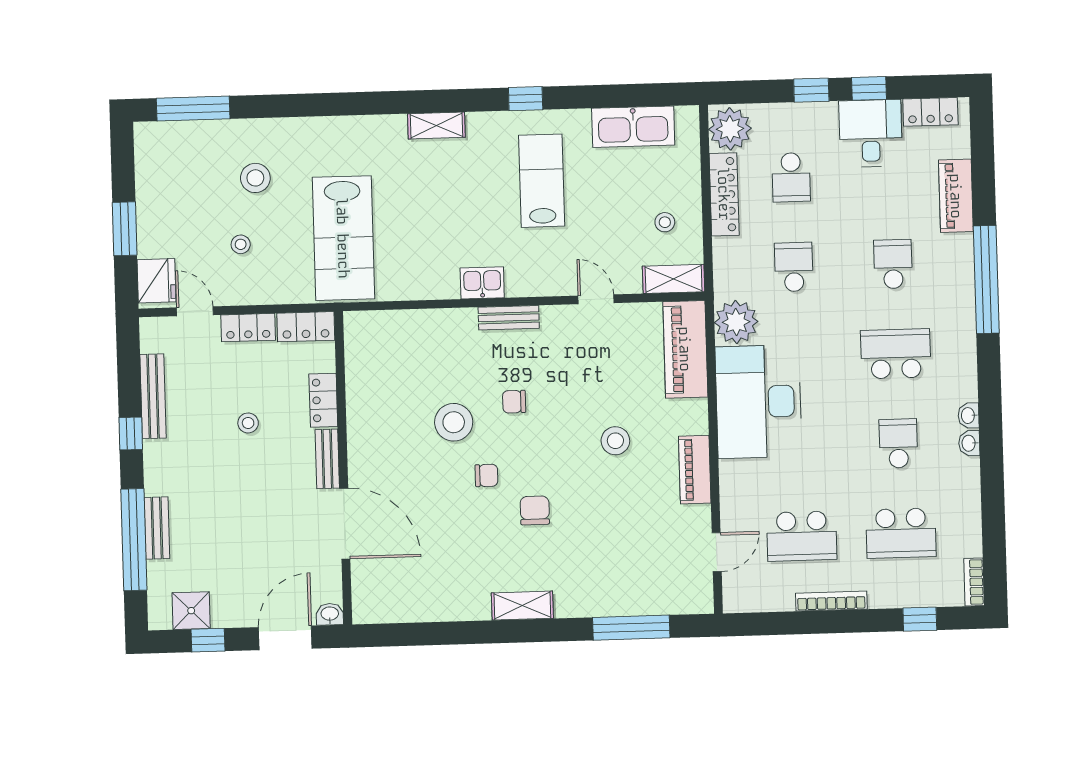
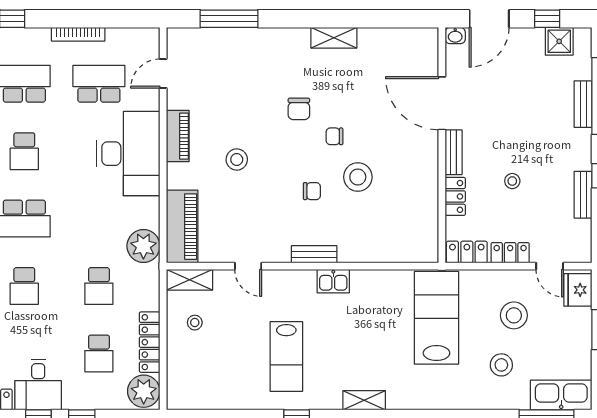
kitchen sink: (633, 127) -> (561, 395), moved
school desk: (791, 177) -> (99, 353), turned 180
stool: (241, 244) -> (514, 315), width x1.89, depth x1.89
bench: (153, 396) -> (583, 195), width x0.73
desk: (759, 402) -> (128, 154), moved
shelving: (522, 606) -> (334, 38), moved

